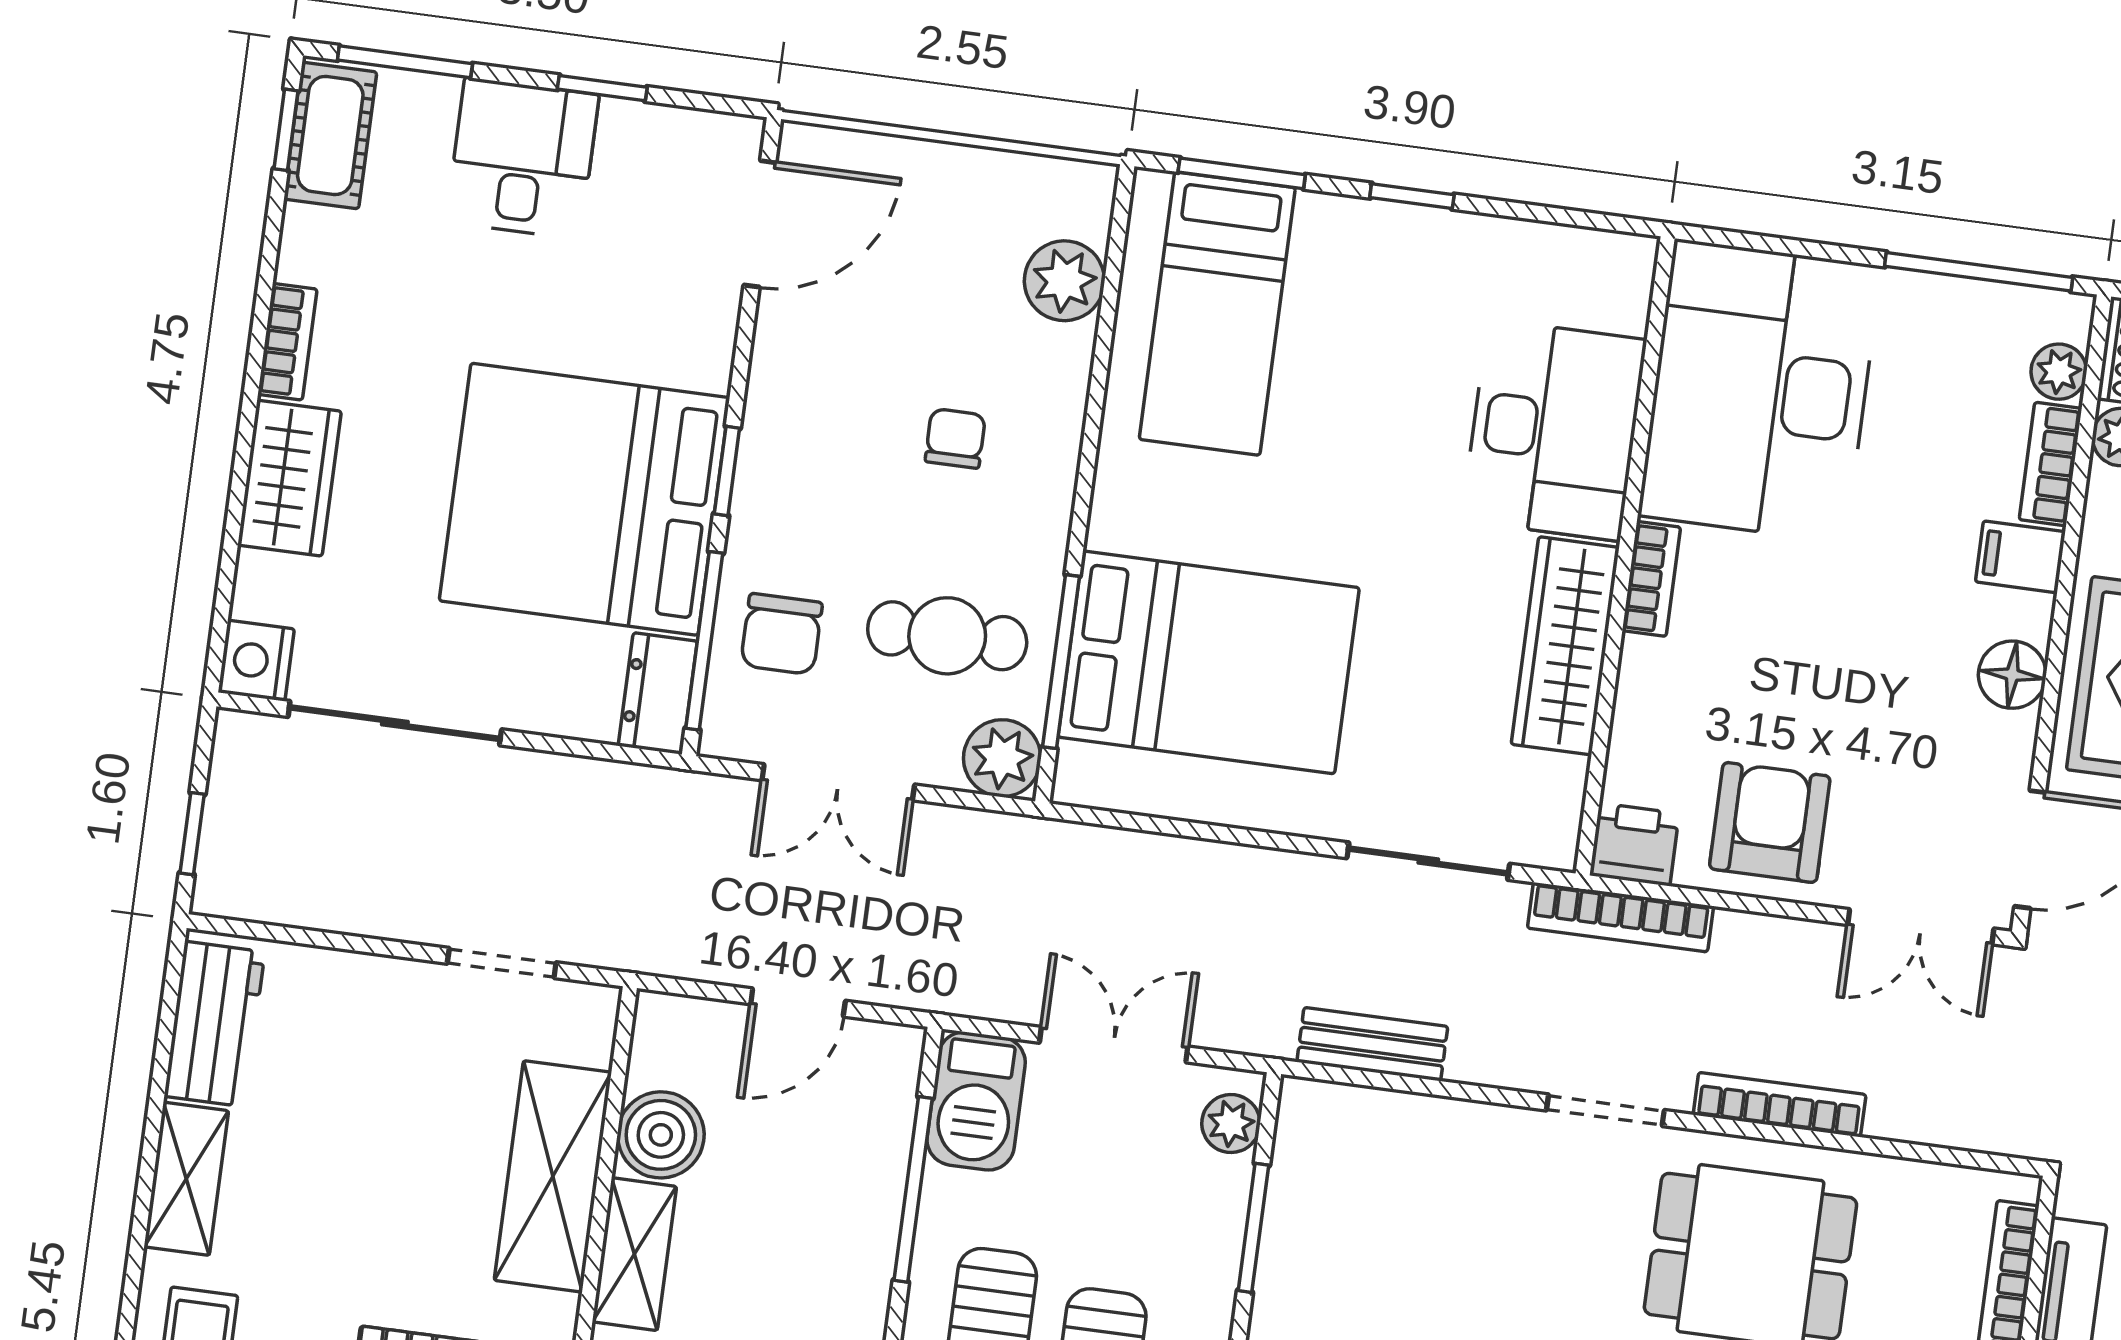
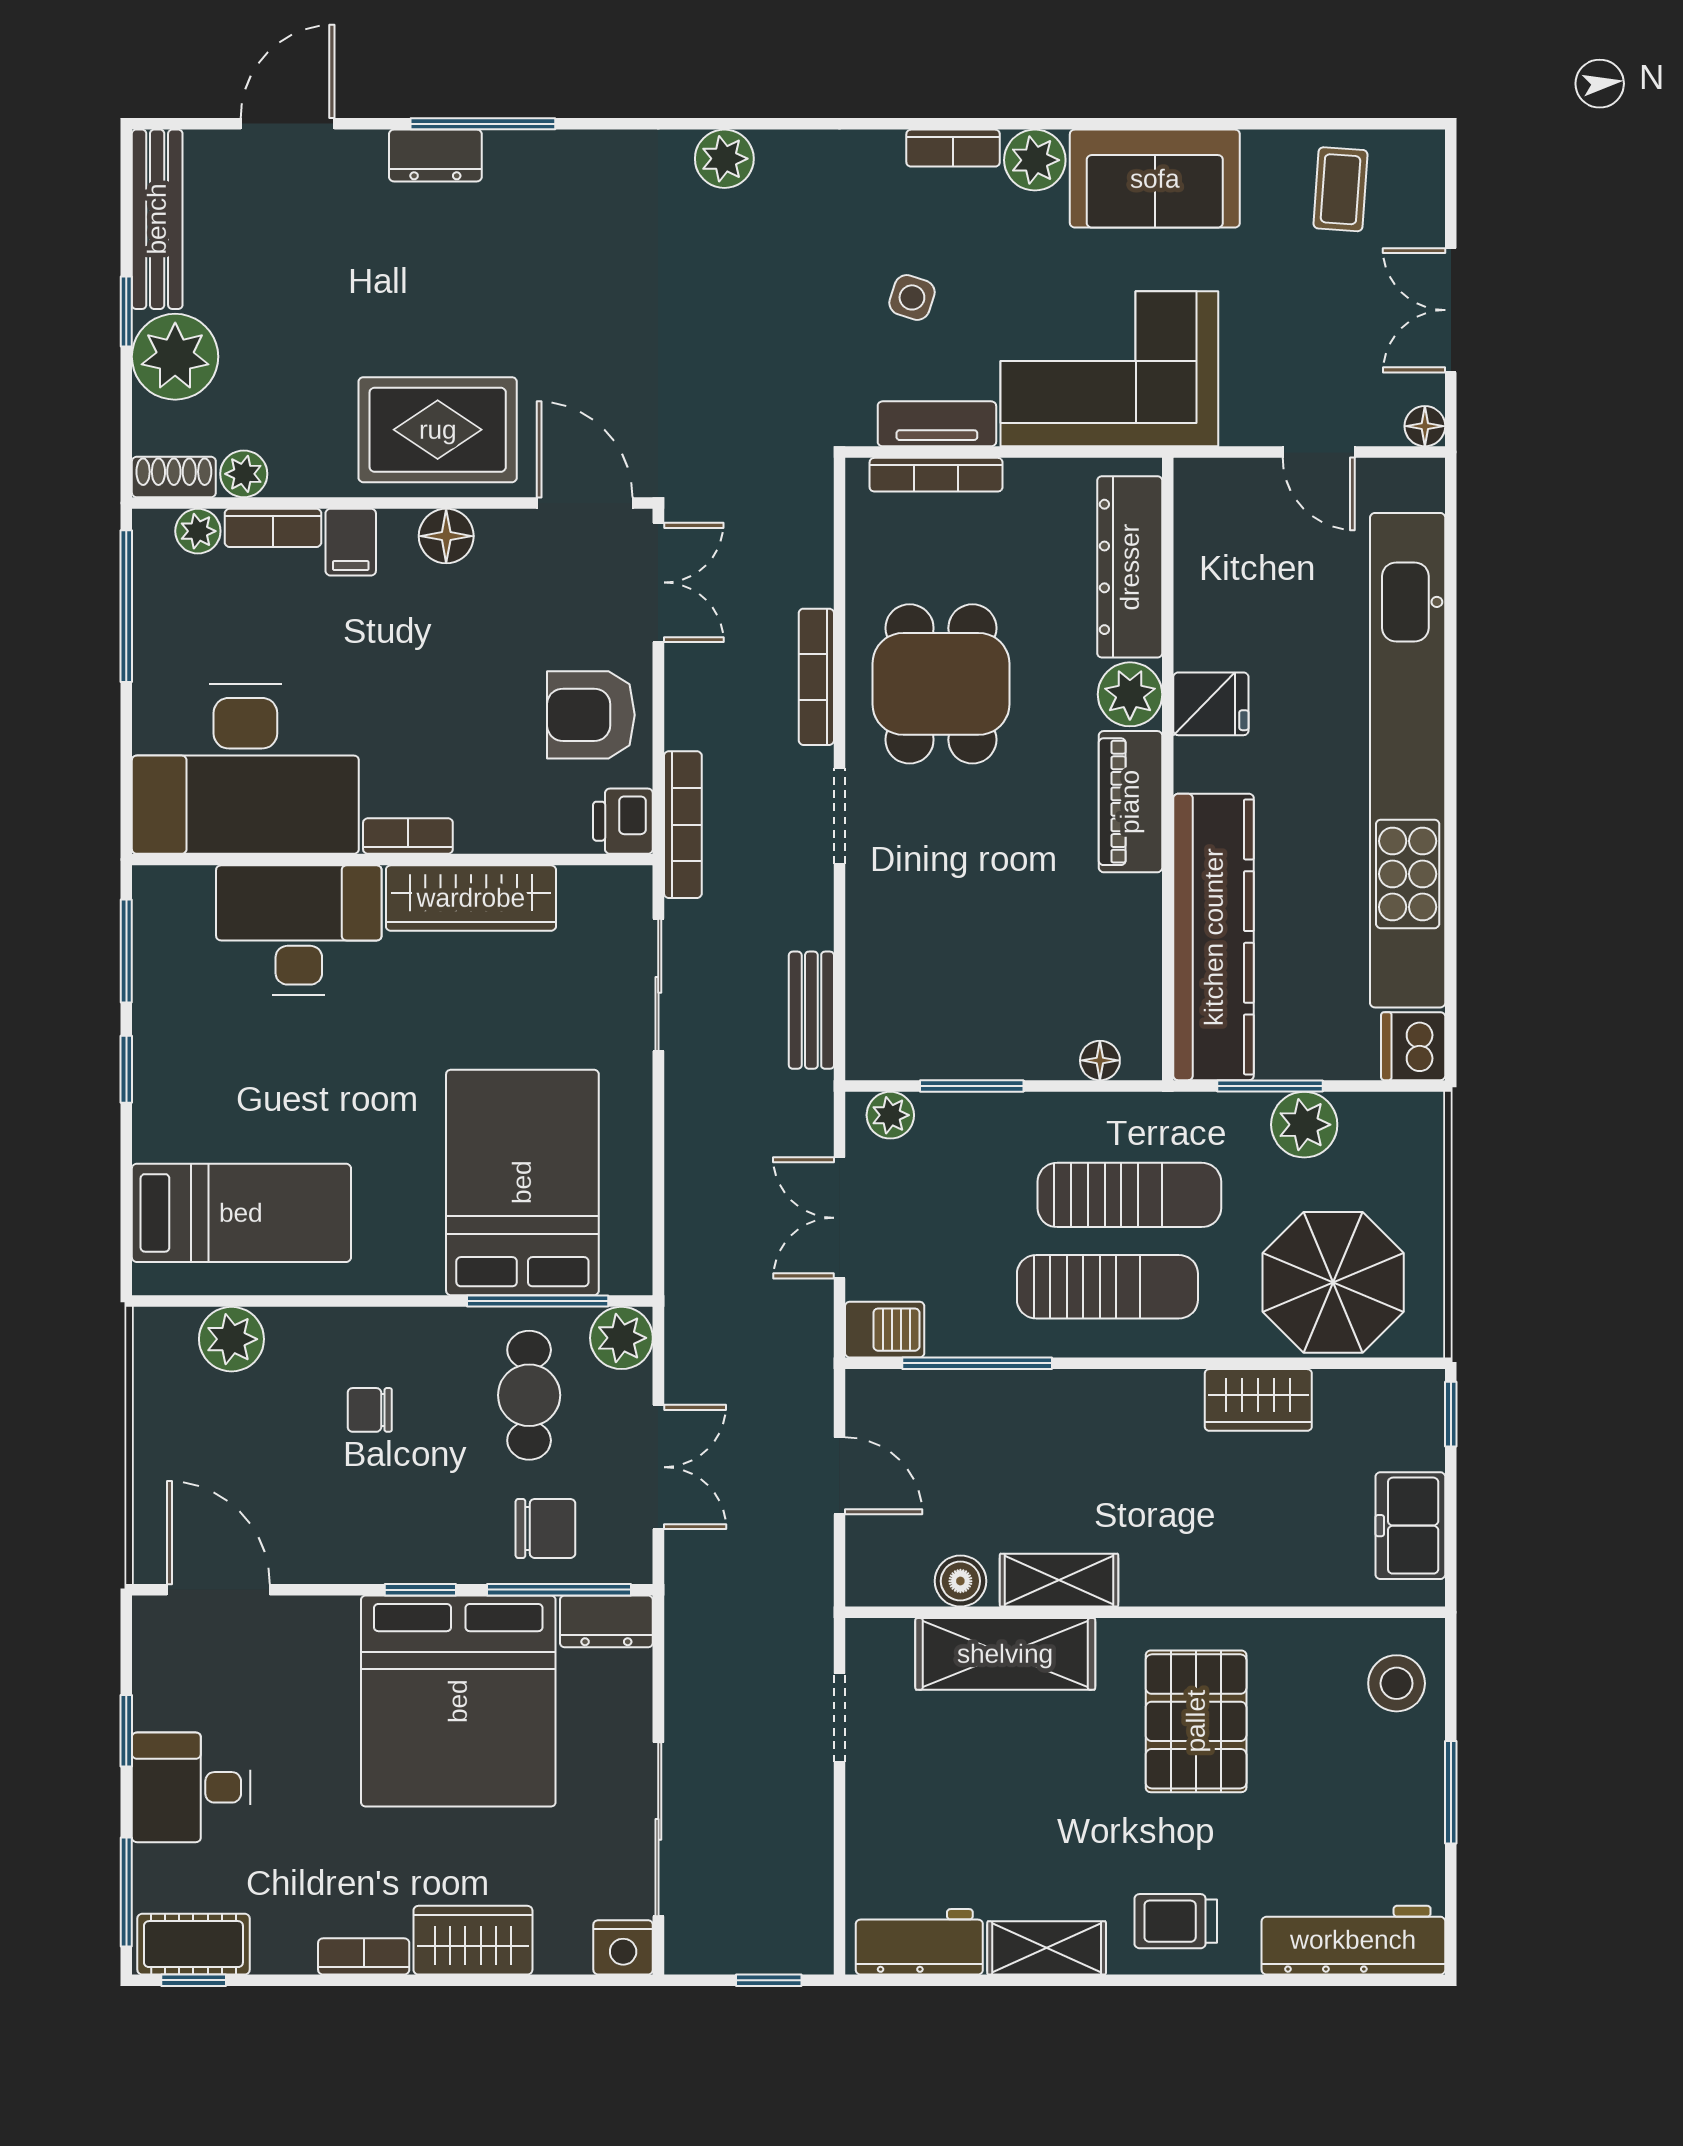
window: (1242, 173) -> (126, 951), moved
barbecue: (976, 1101) -> (885, 1330), width x0.73, depth x0.79
boiler: (661, 1135) -> (960, 1581), width x0.73, depth x0.73

